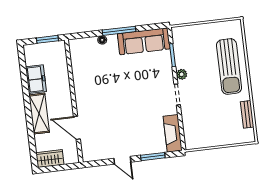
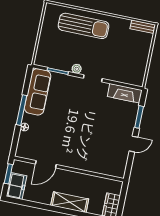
freezer: (36, 79) -> (17, 186), moved, turned 90
bench: (247, 114) -> (143, 27), moved
door: (77, 128) -> (46, 164), moved

